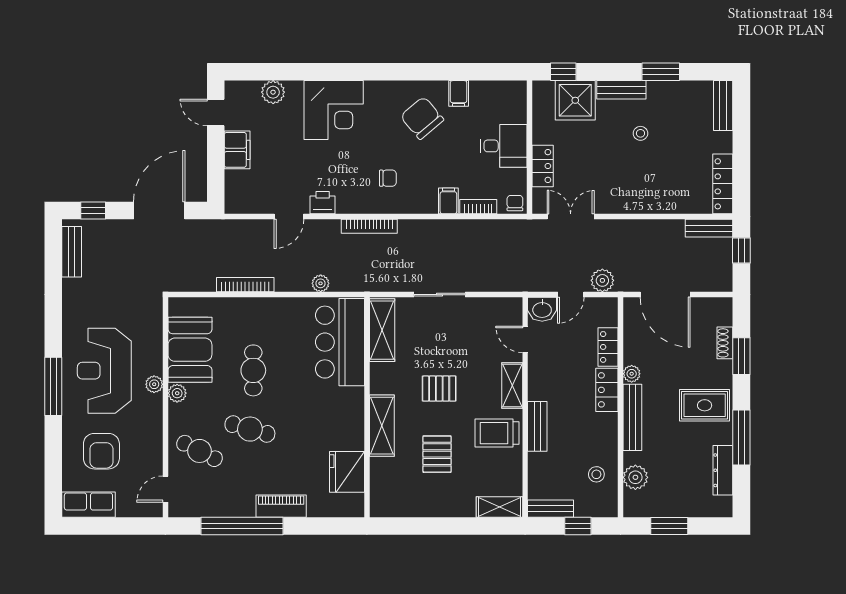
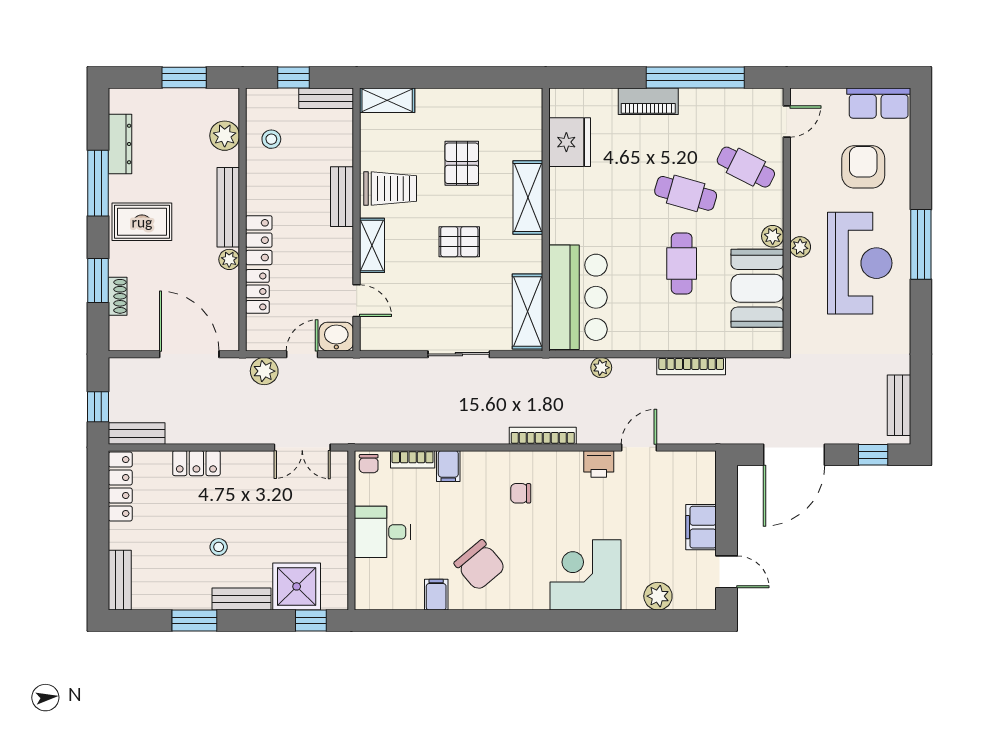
locker: (543, 166) -> (196, 463), moved, turned -90

